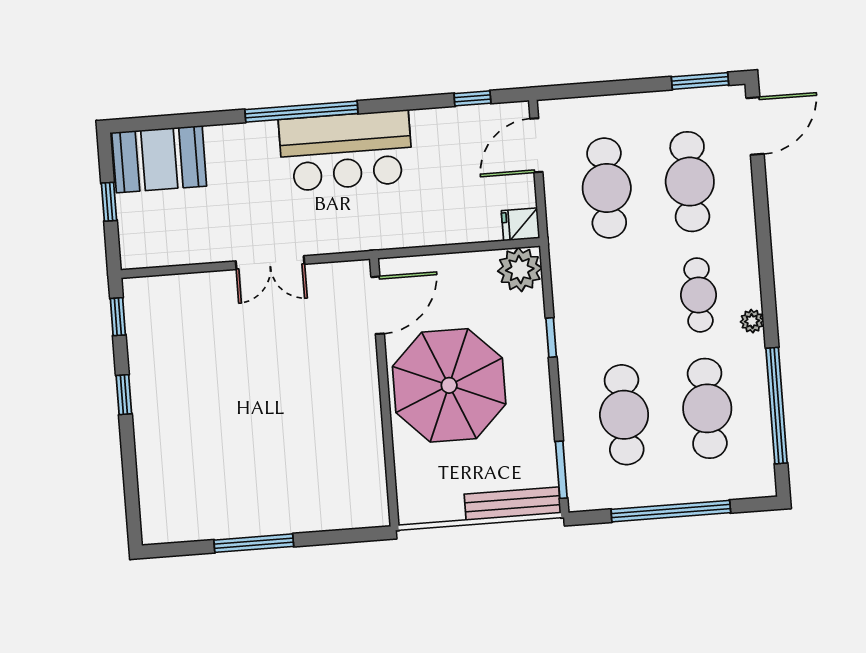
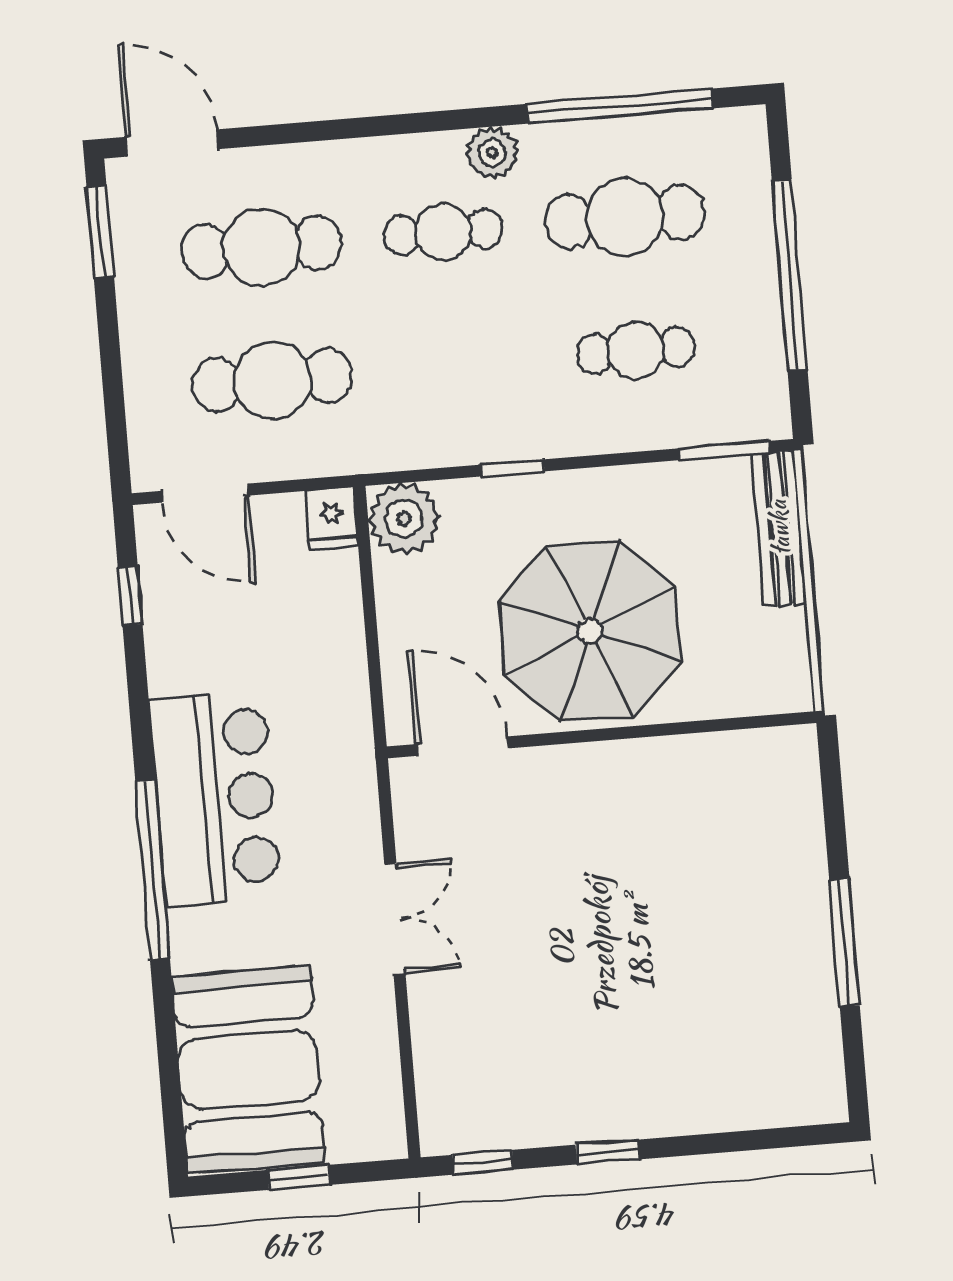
booth: (159, 159) -> (249, 1070), width x1.36, depth x1.42
plant: (752, 321) -> (492, 153), width x1.38, depth x1.38
cafe table: (624, 415) -> (636, 350), width x0.73, depth x0.74

